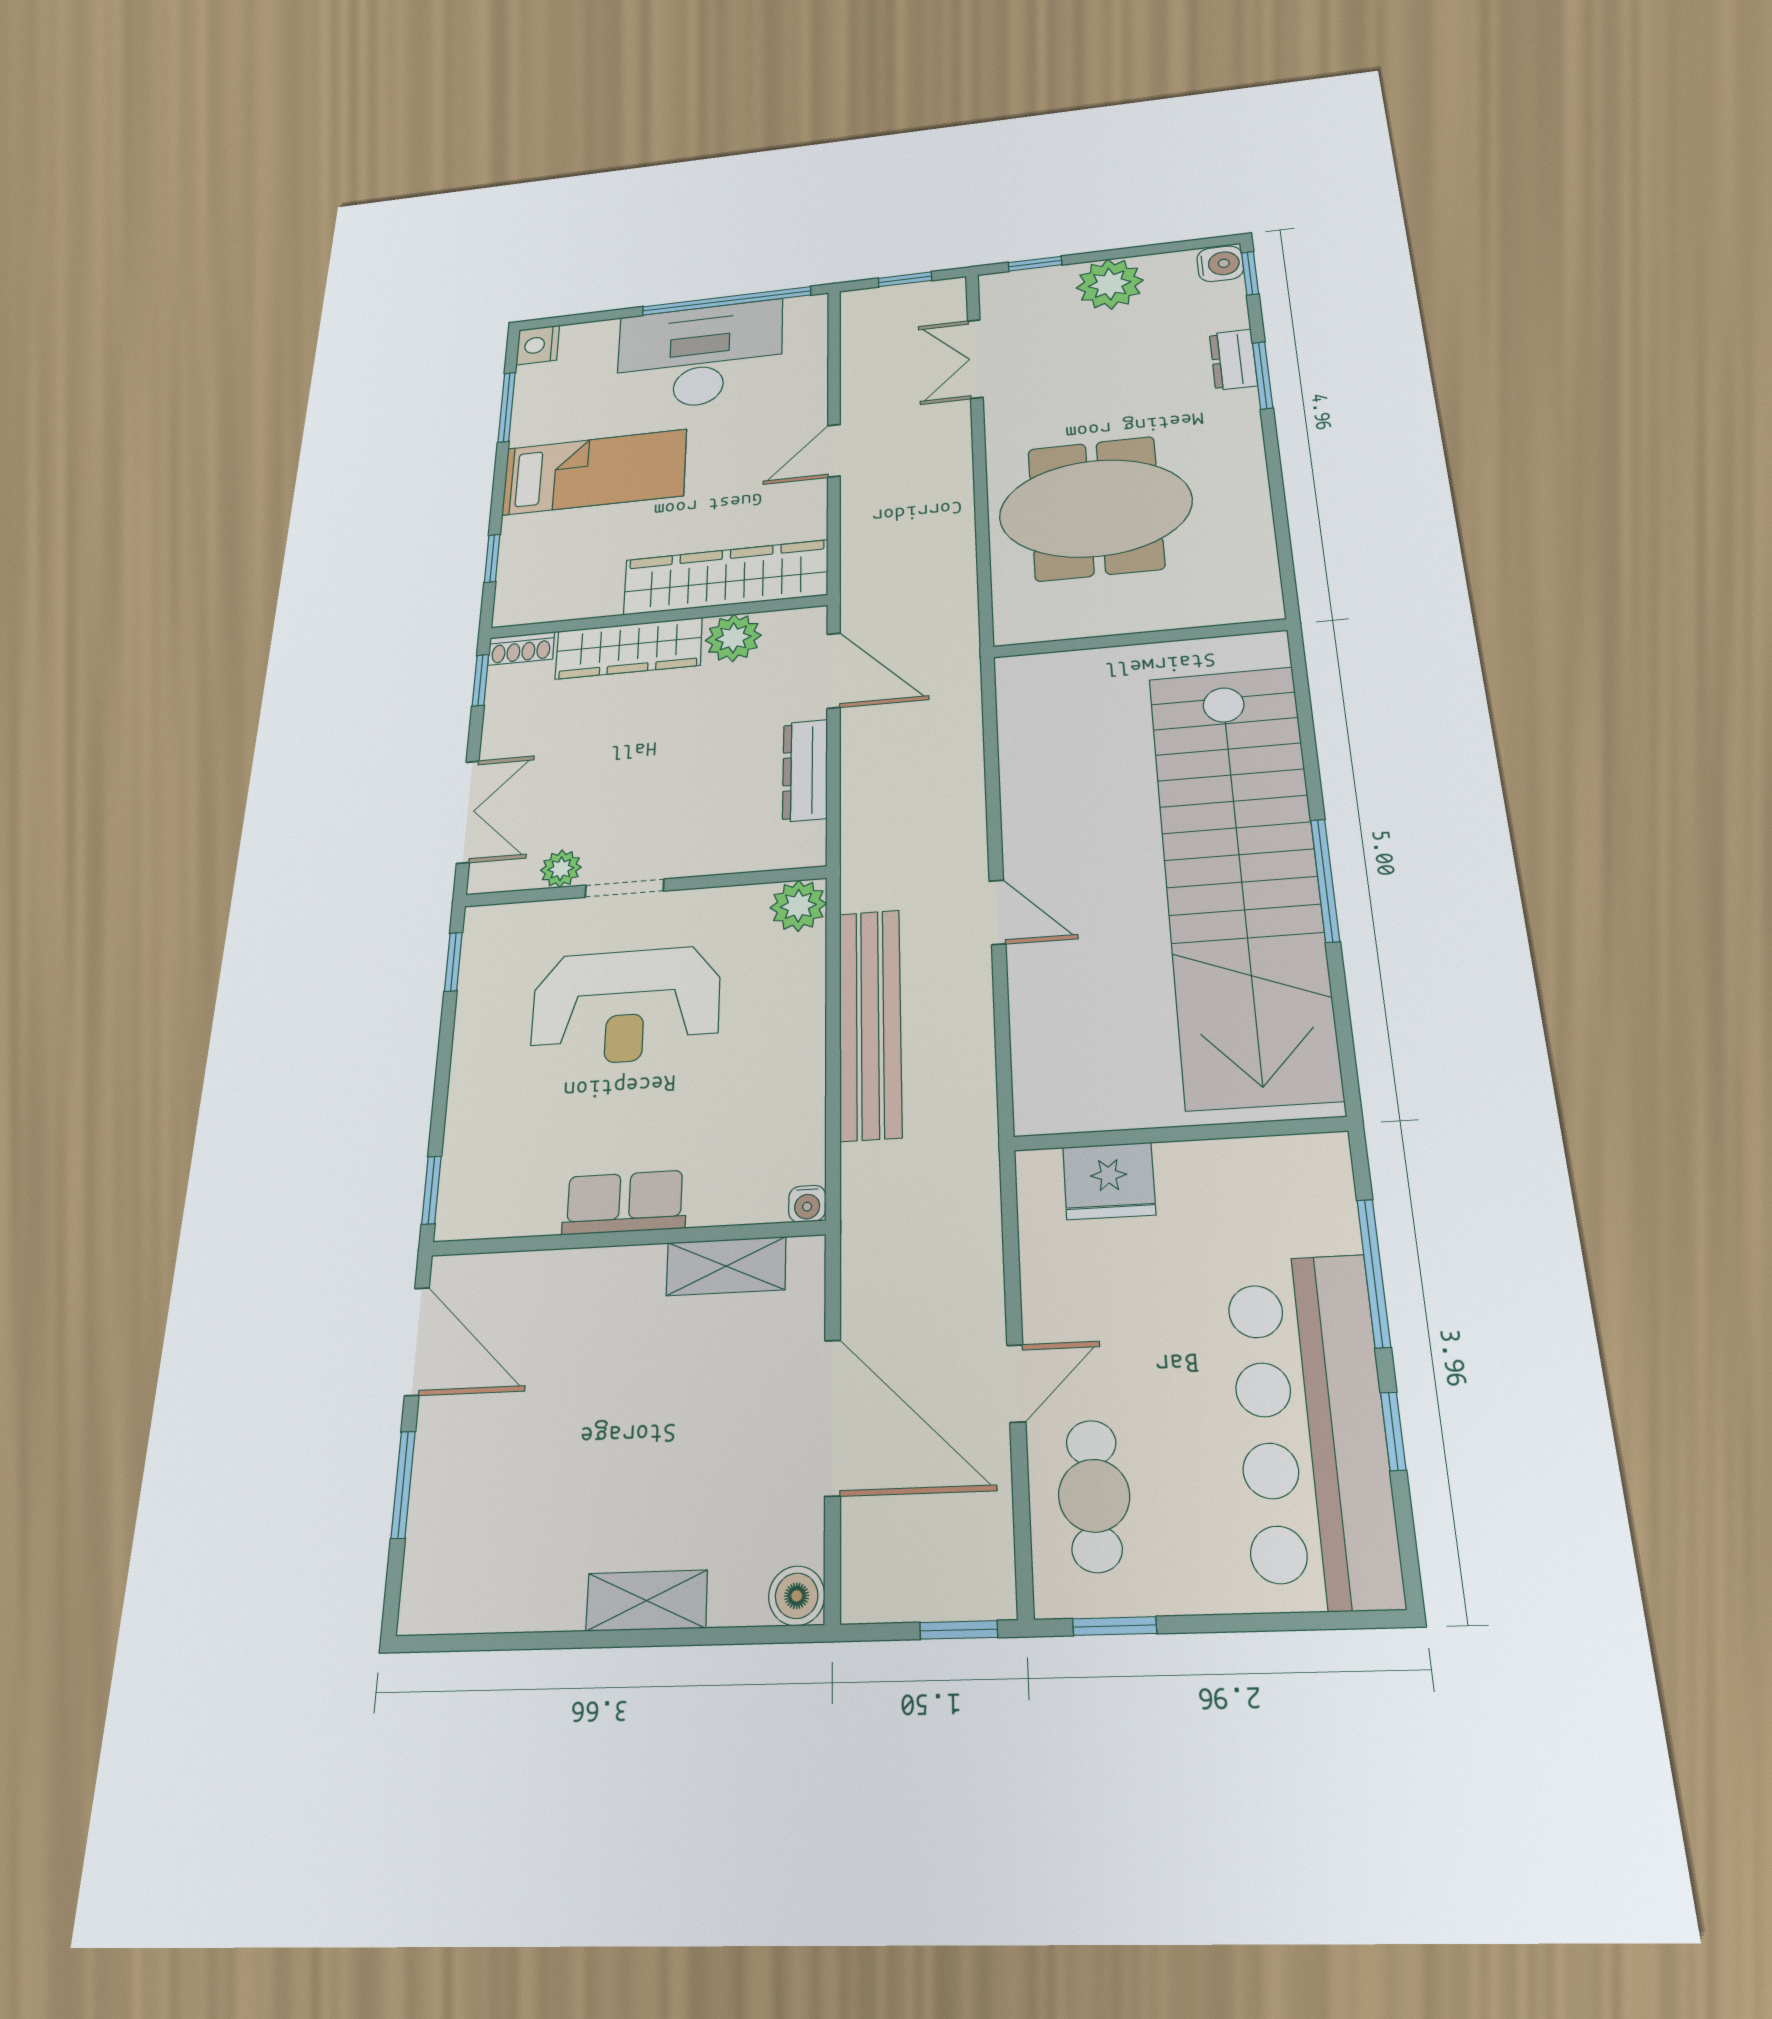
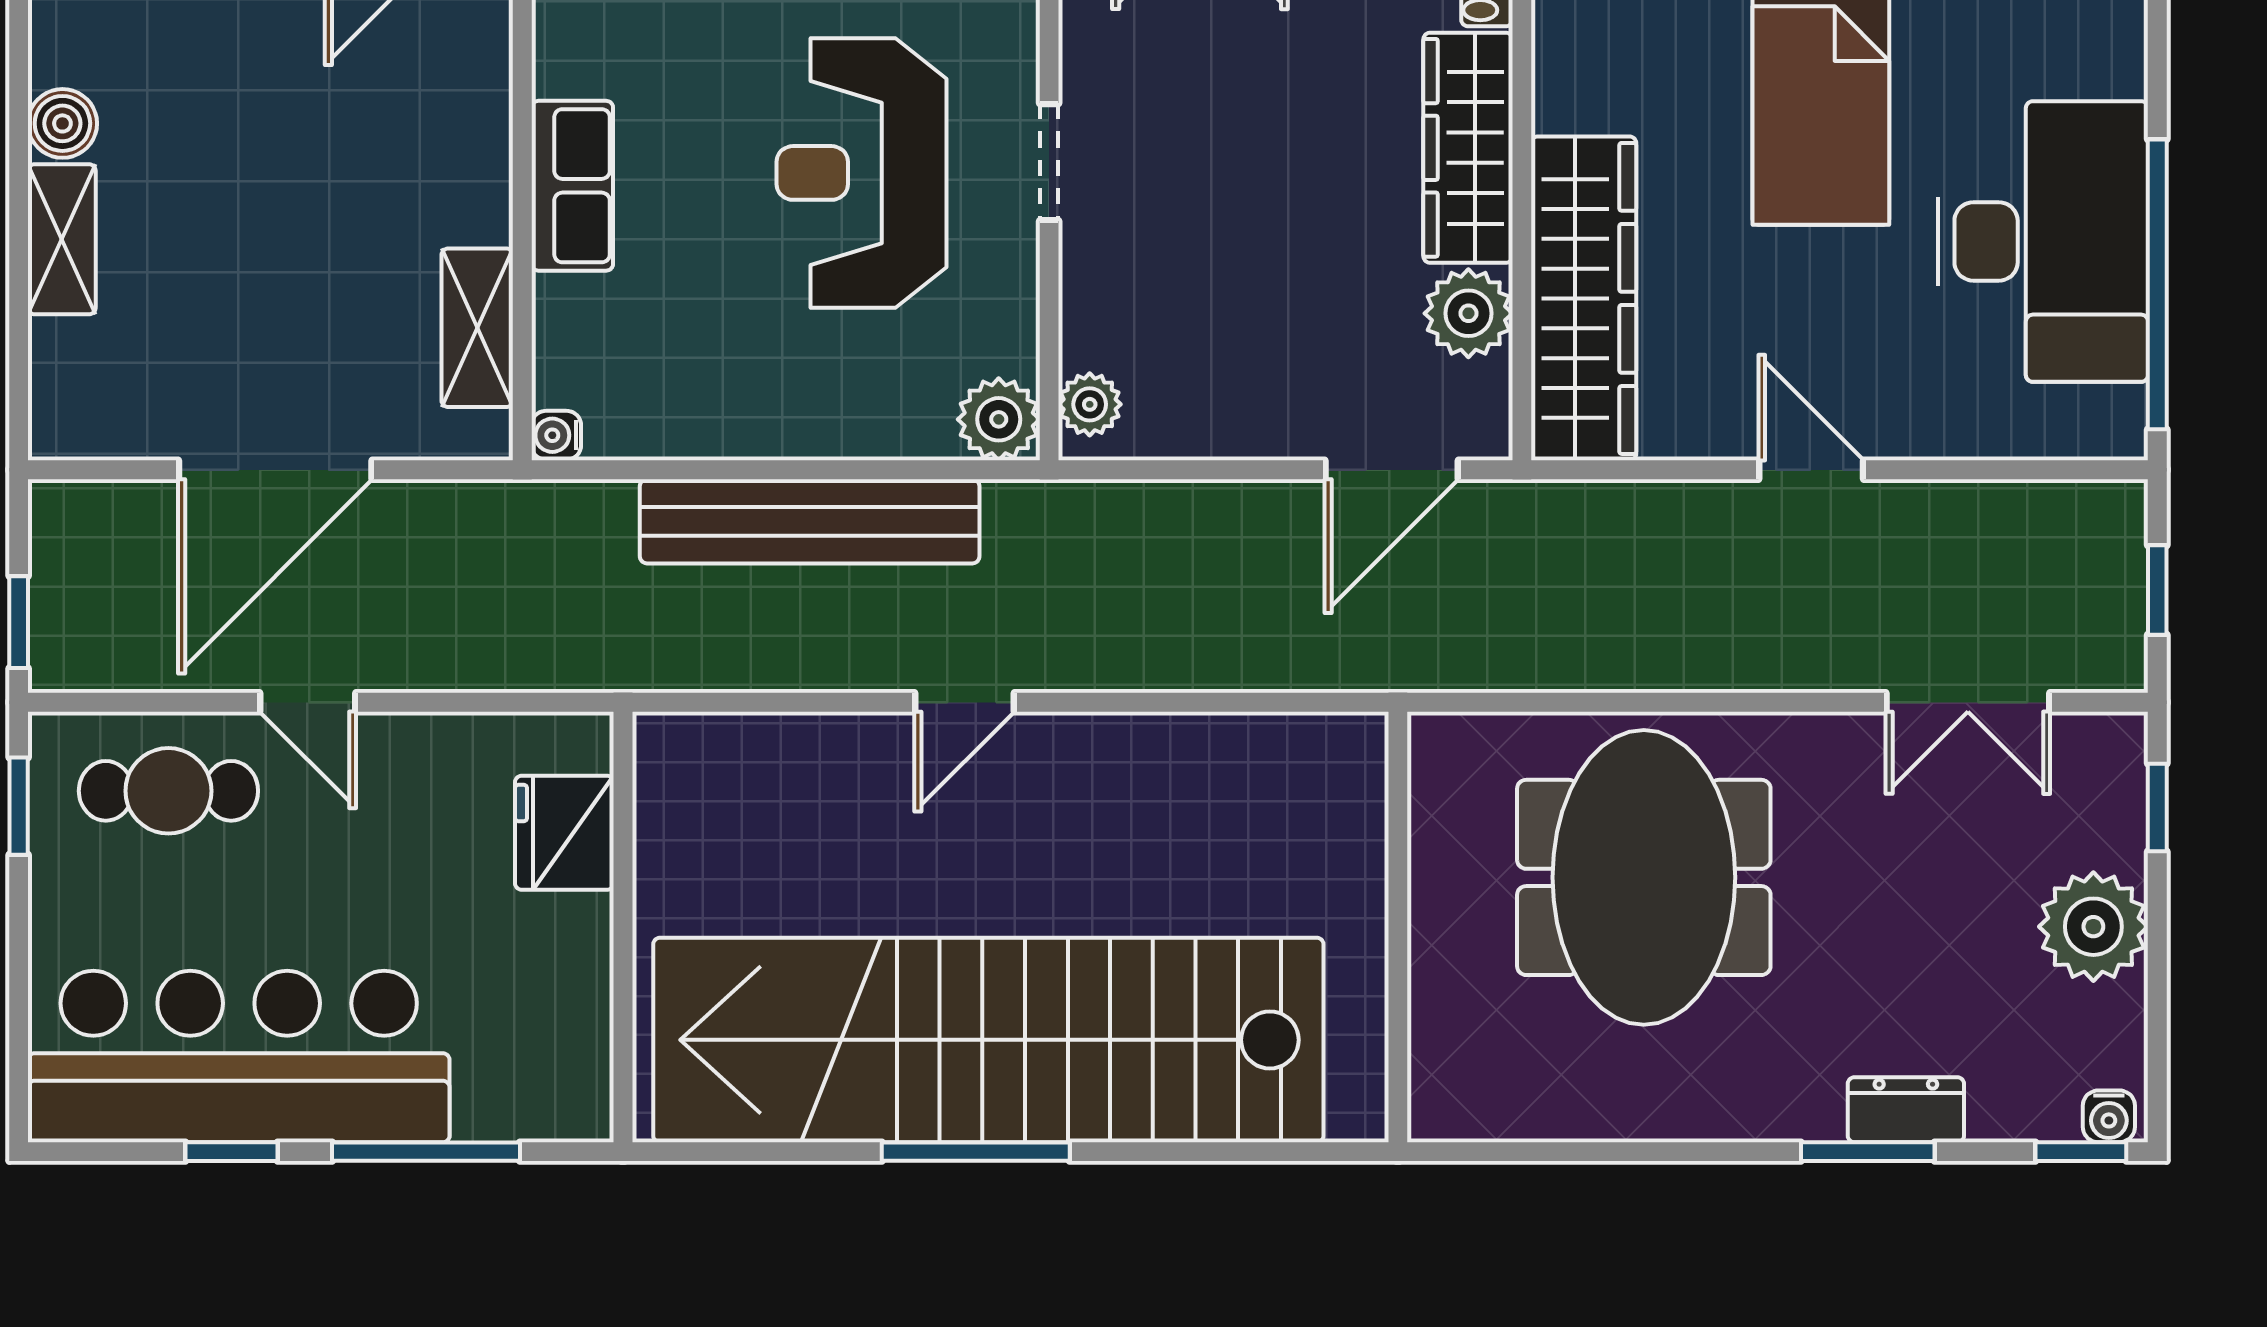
water cooler: (1220, 264) -> (2109, 1116), width x0.72, depth x0.72
double door: (975, 359) -> (1968, 702), swing flipped
dresser: (805, 770) -> (1221, 427), removed
plant: (561, 869) -> (1090, 404), moved
boiler: (797, 1596) -> (62, 123), moved

